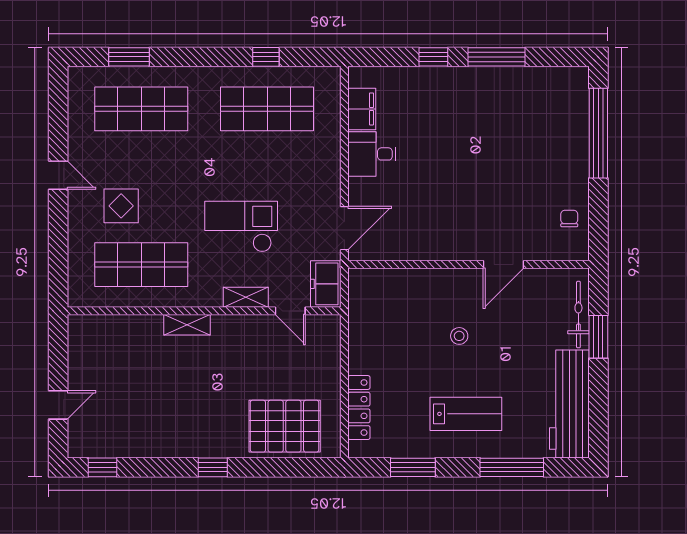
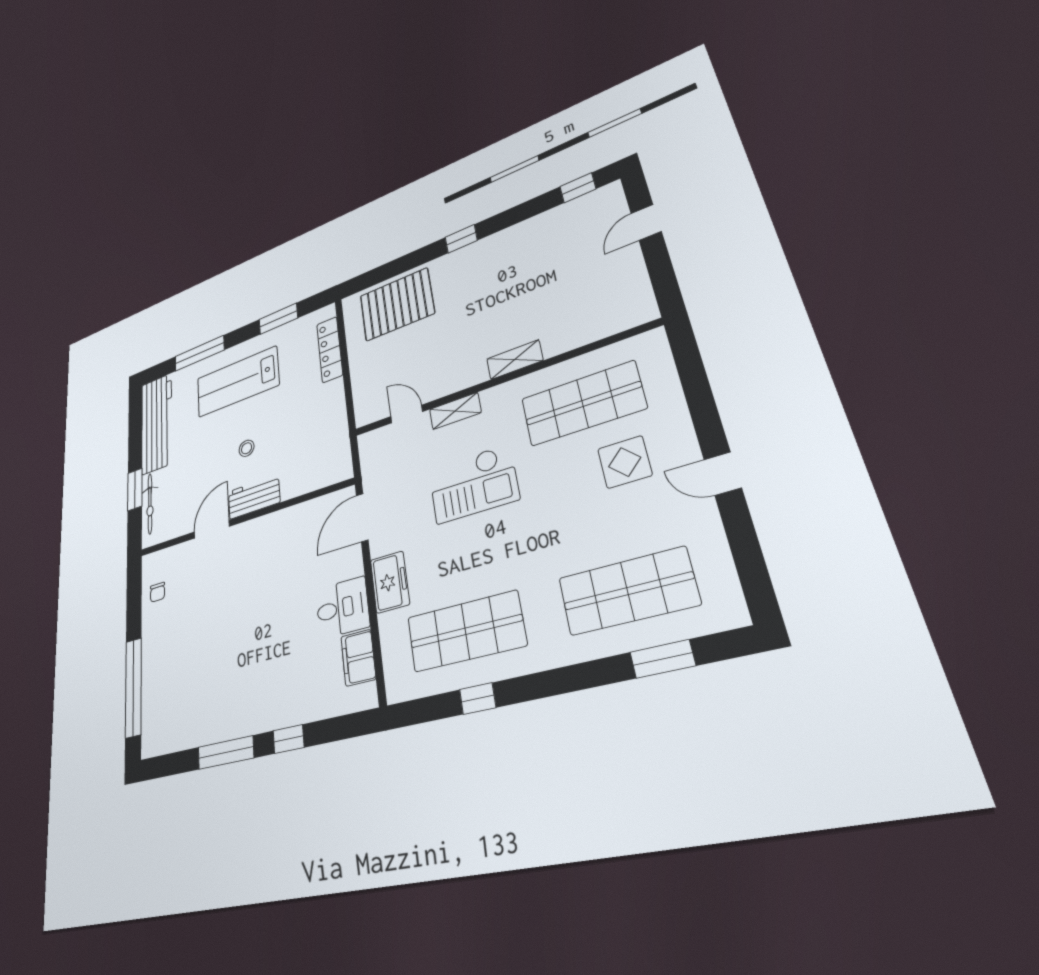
workbench: (454, 282) -> (254, 497), added
freezer: (326, 284) -> (390, 582), moved
lab bench: (466, 414) -> (237, 382), width x1.36, depth x1.39

